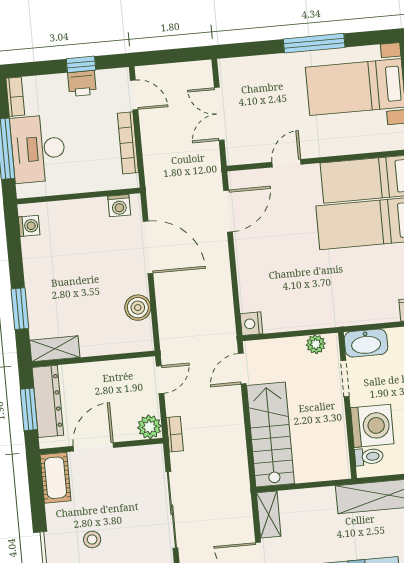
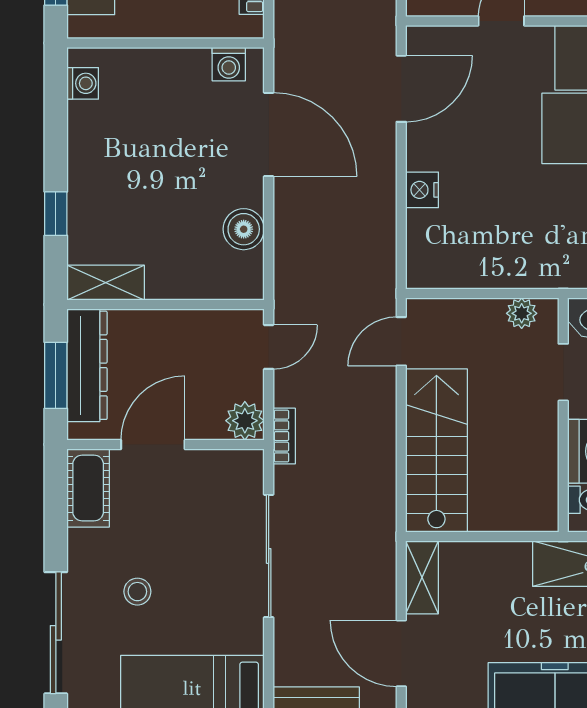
window: (20, 309) -> (56, 214), width x0.67
nightstand: (251, 324) -> (422, 190), moved

